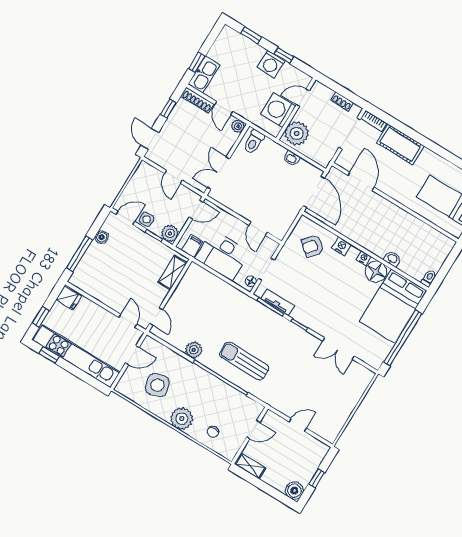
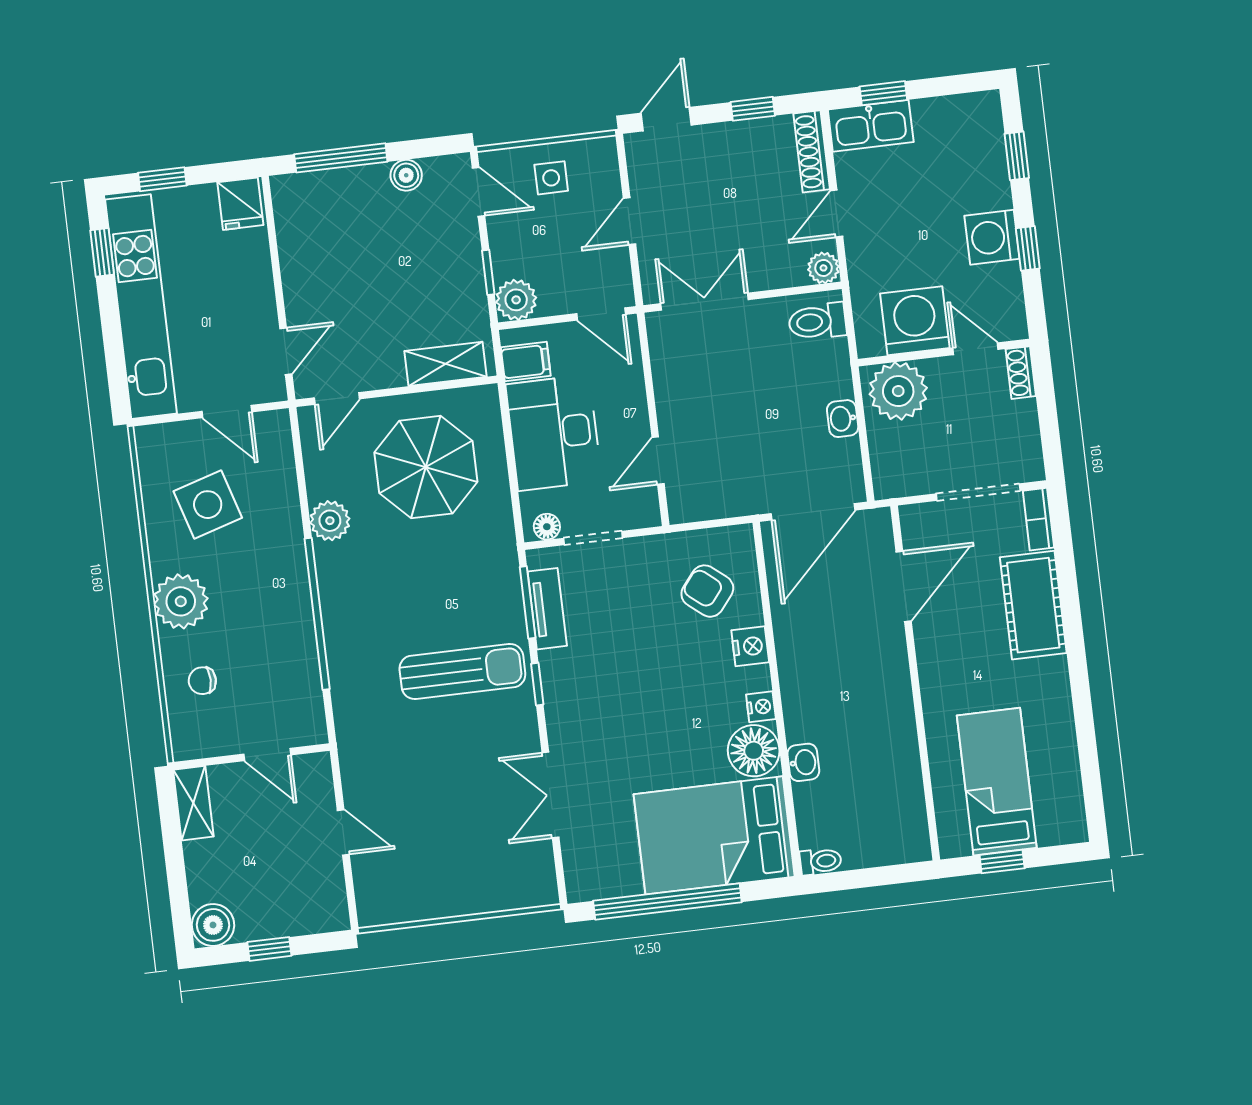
shoe rack: (342, 101) -> (1021, 373), moved
side table: (147, 219) -> (551, 178), moved
parasol: (201, 305) -> (426, 467), added
sun lounger: (244, 361) -> (462, 671), moved, turned 90

